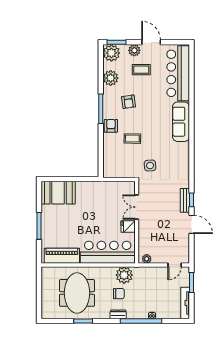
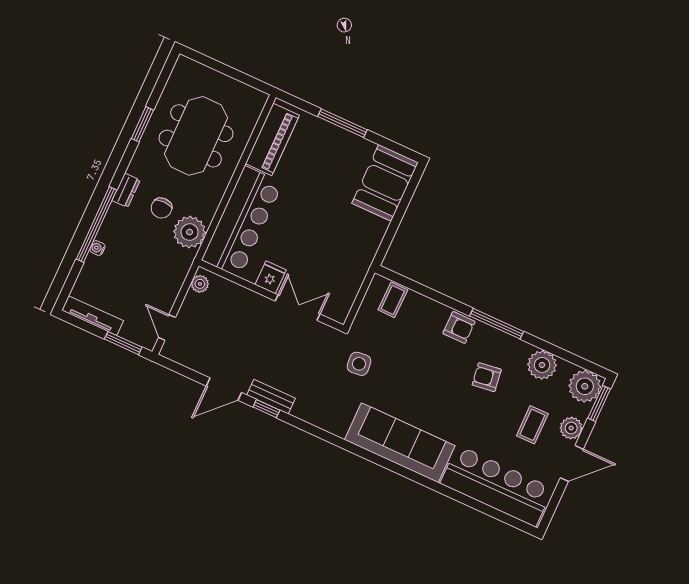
sofa: (181, 122) -> (400, 443), width x1.36, depth x1.27
coffee table: (132, 139) -> (393, 300), moved
meeting table: (77, 293) -> (196, 136), turned 90

